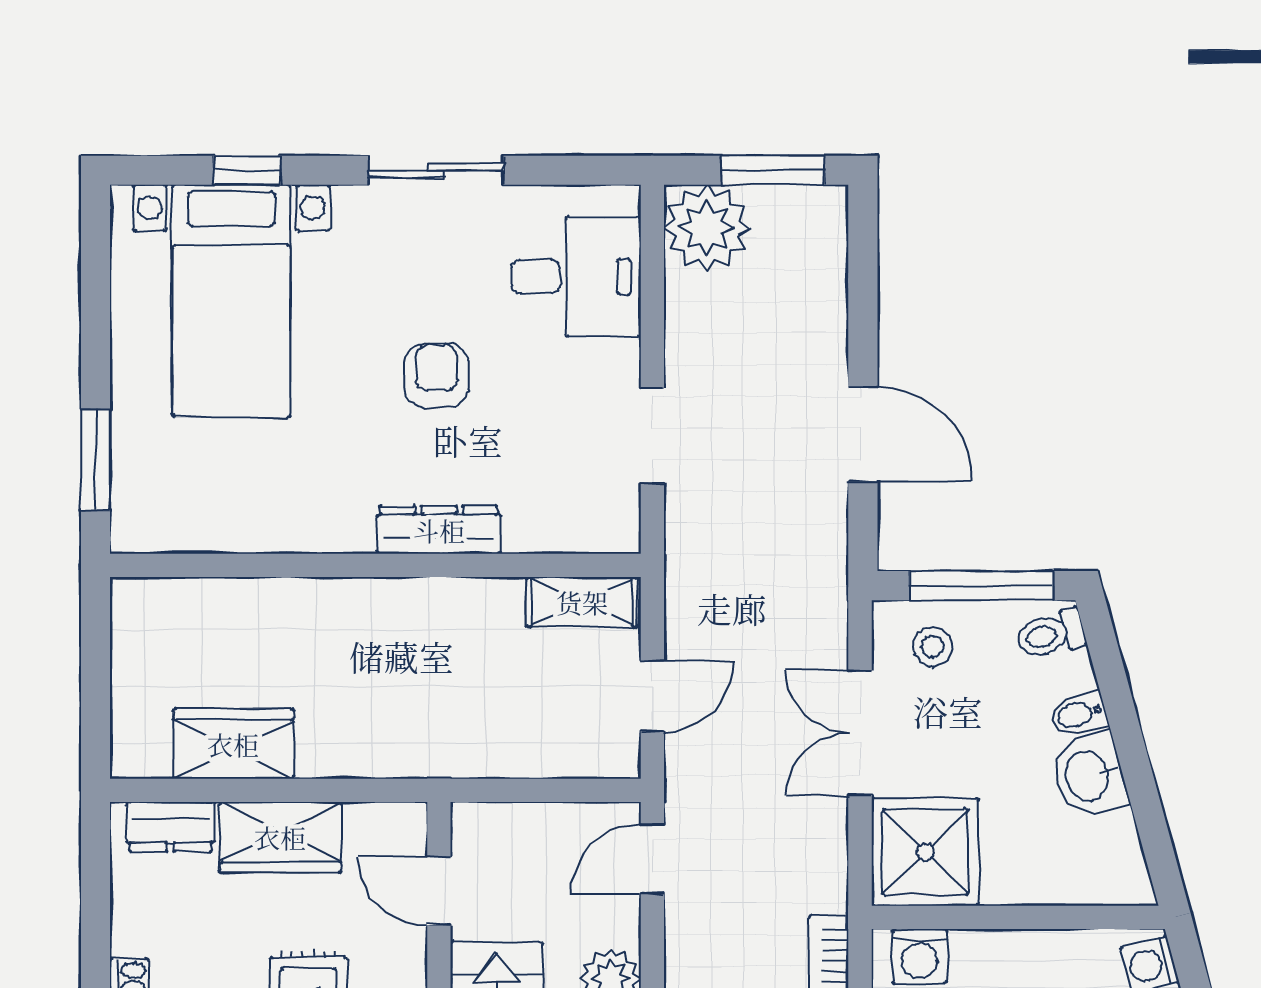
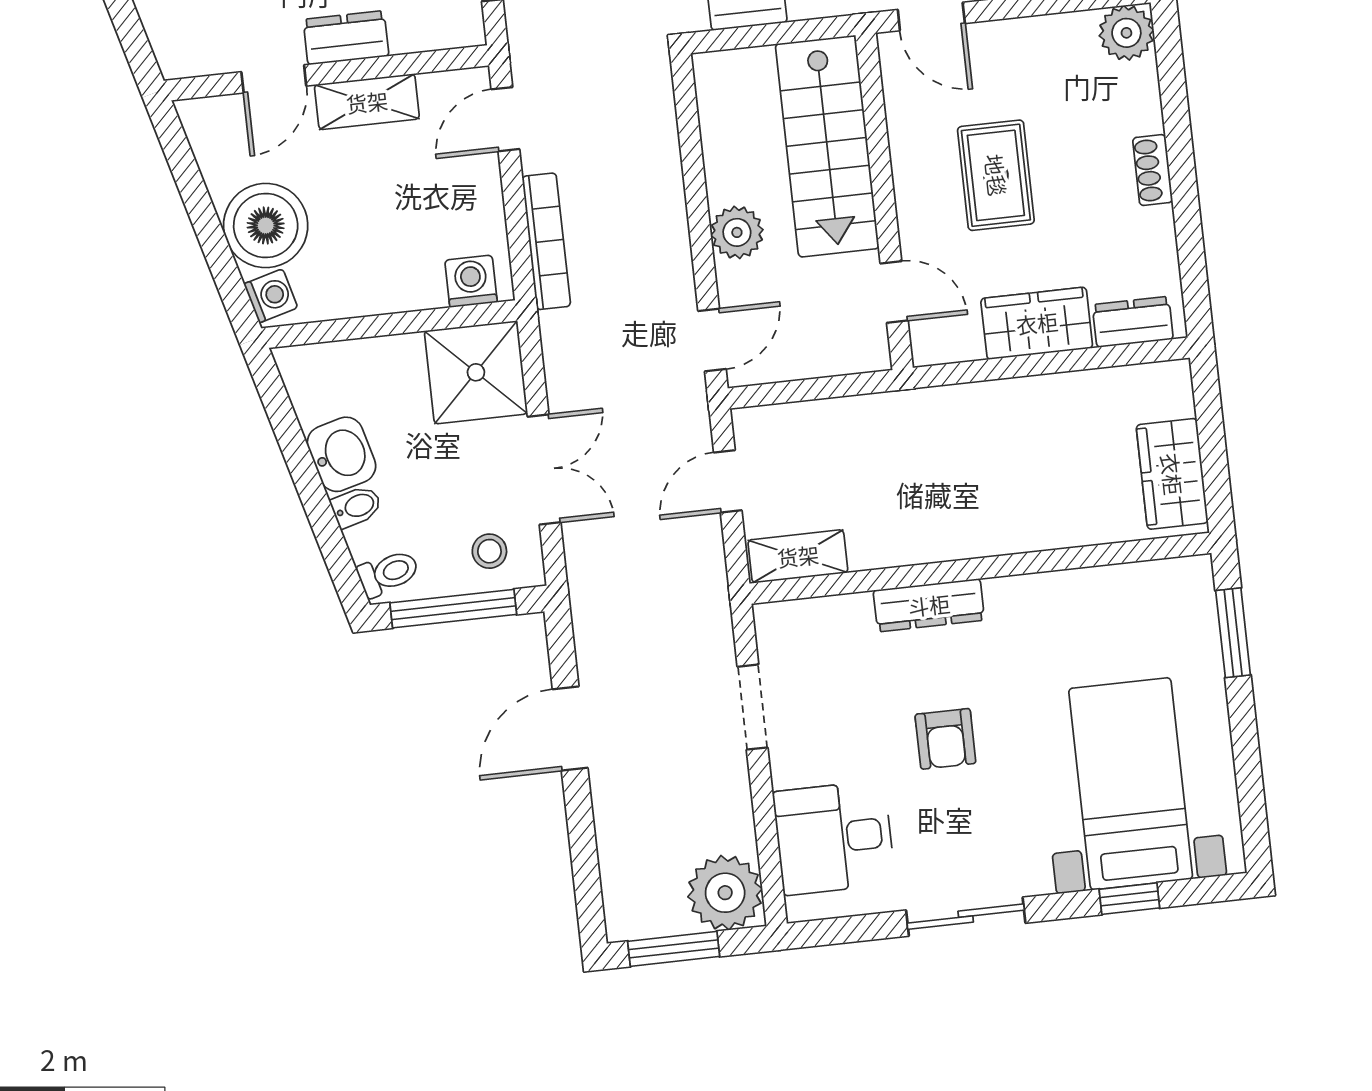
door: (863, 434) -> (570, 729), hinge flipped
wardrobe: (233, 744) -> (1172, 474), moved, turned 90

